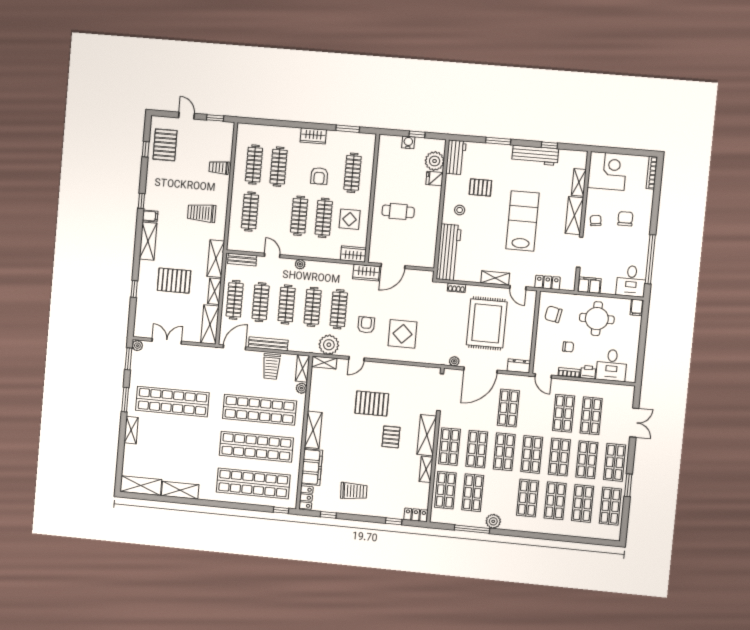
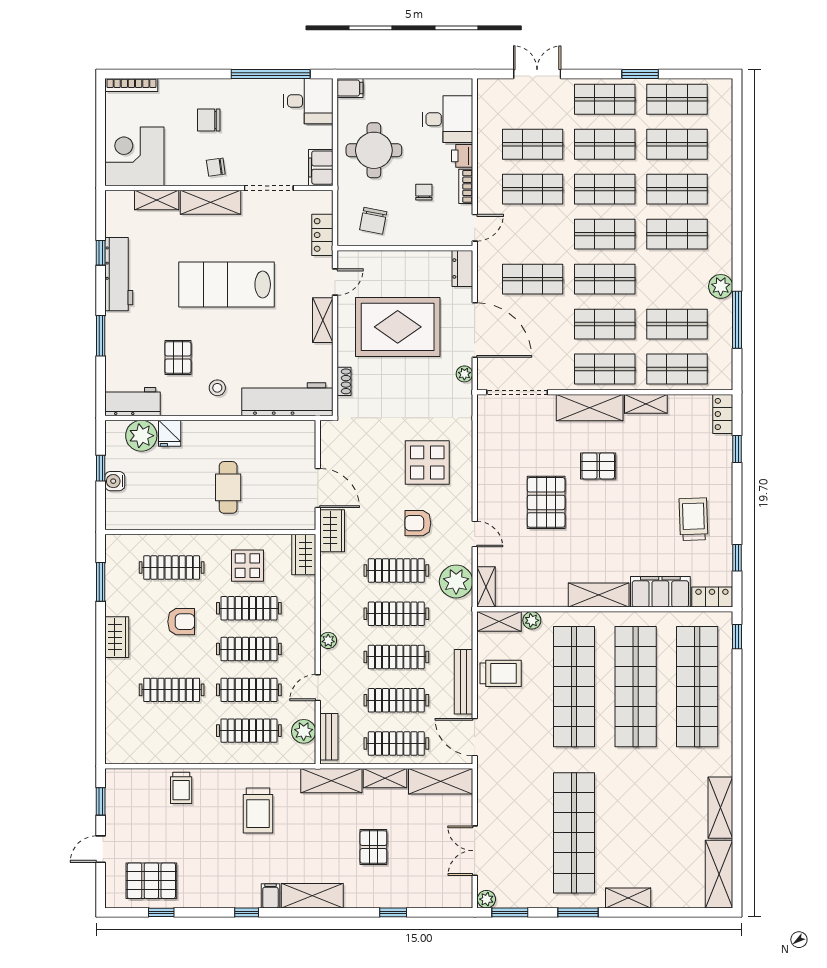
clothes rail: (254, 165) -> (249, 690), moved
plant: (247, 245) -> (304, 731), added
pallet: (174, 281) -> (373, 847), width x0.67, depth x0.71

